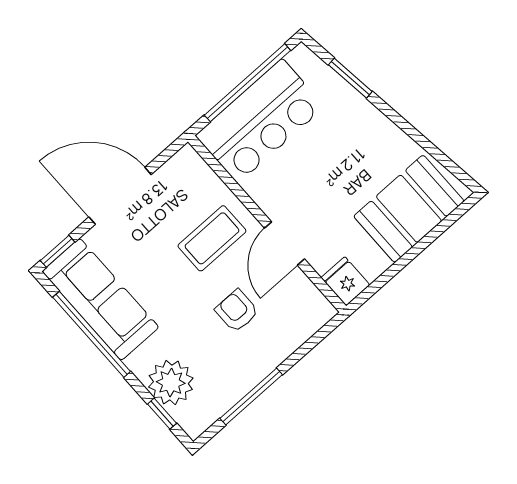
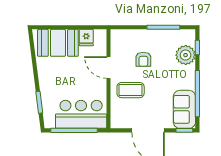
door: (284, 244) -> (108, 67), swing flipped
fridge: (345, 281) -> (86, 38), moved
sofa: (100, 299) -> (184, 109), width x0.73

